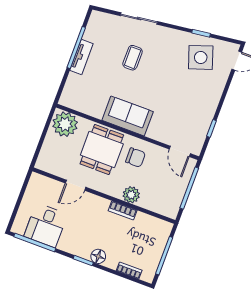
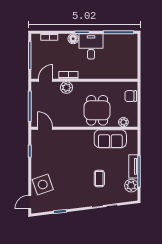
plant: (94, 33) -> (131, 186), added
side table: (201, 57) -> (43, 185), moved
sofa: (128, 116) -> (110, 139), moved
plant: (65, 124) -> (123, 122), width x0.53, depth x0.53
chair: (135, 157) -> (131, 96), moved
door: (76, 185) -> (46, 80), moved
desk: (46, 225) -> (91, 46), moved

